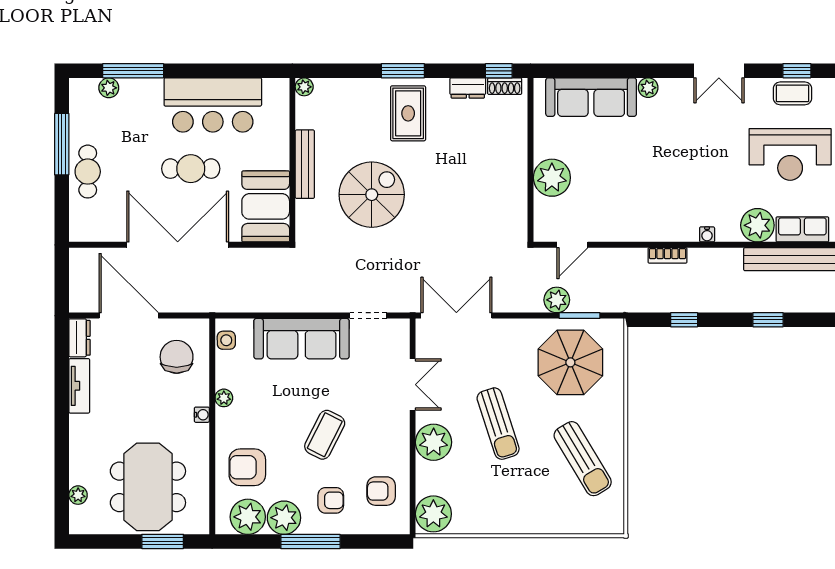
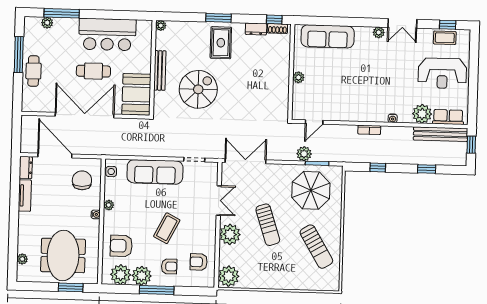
plant: (648, 88) -> (379, 32), moved
plant: (552, 178) -> (298, 77), width x0.53, depth x0.53

